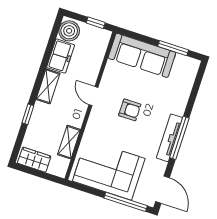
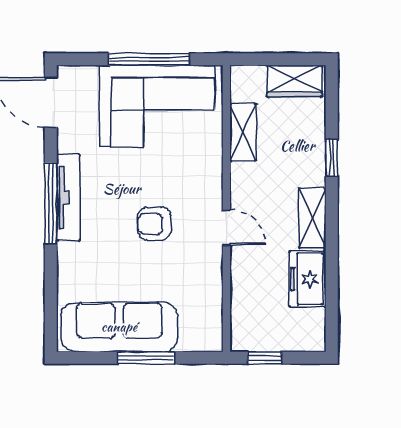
boiler: (69, 31) -> (307, 328), removed
window: (173, 48) -> (146, 358), moved
sofa: (142, 55) -> (119, 327), moved
window: (126, 202) -> (149, 59), moved

